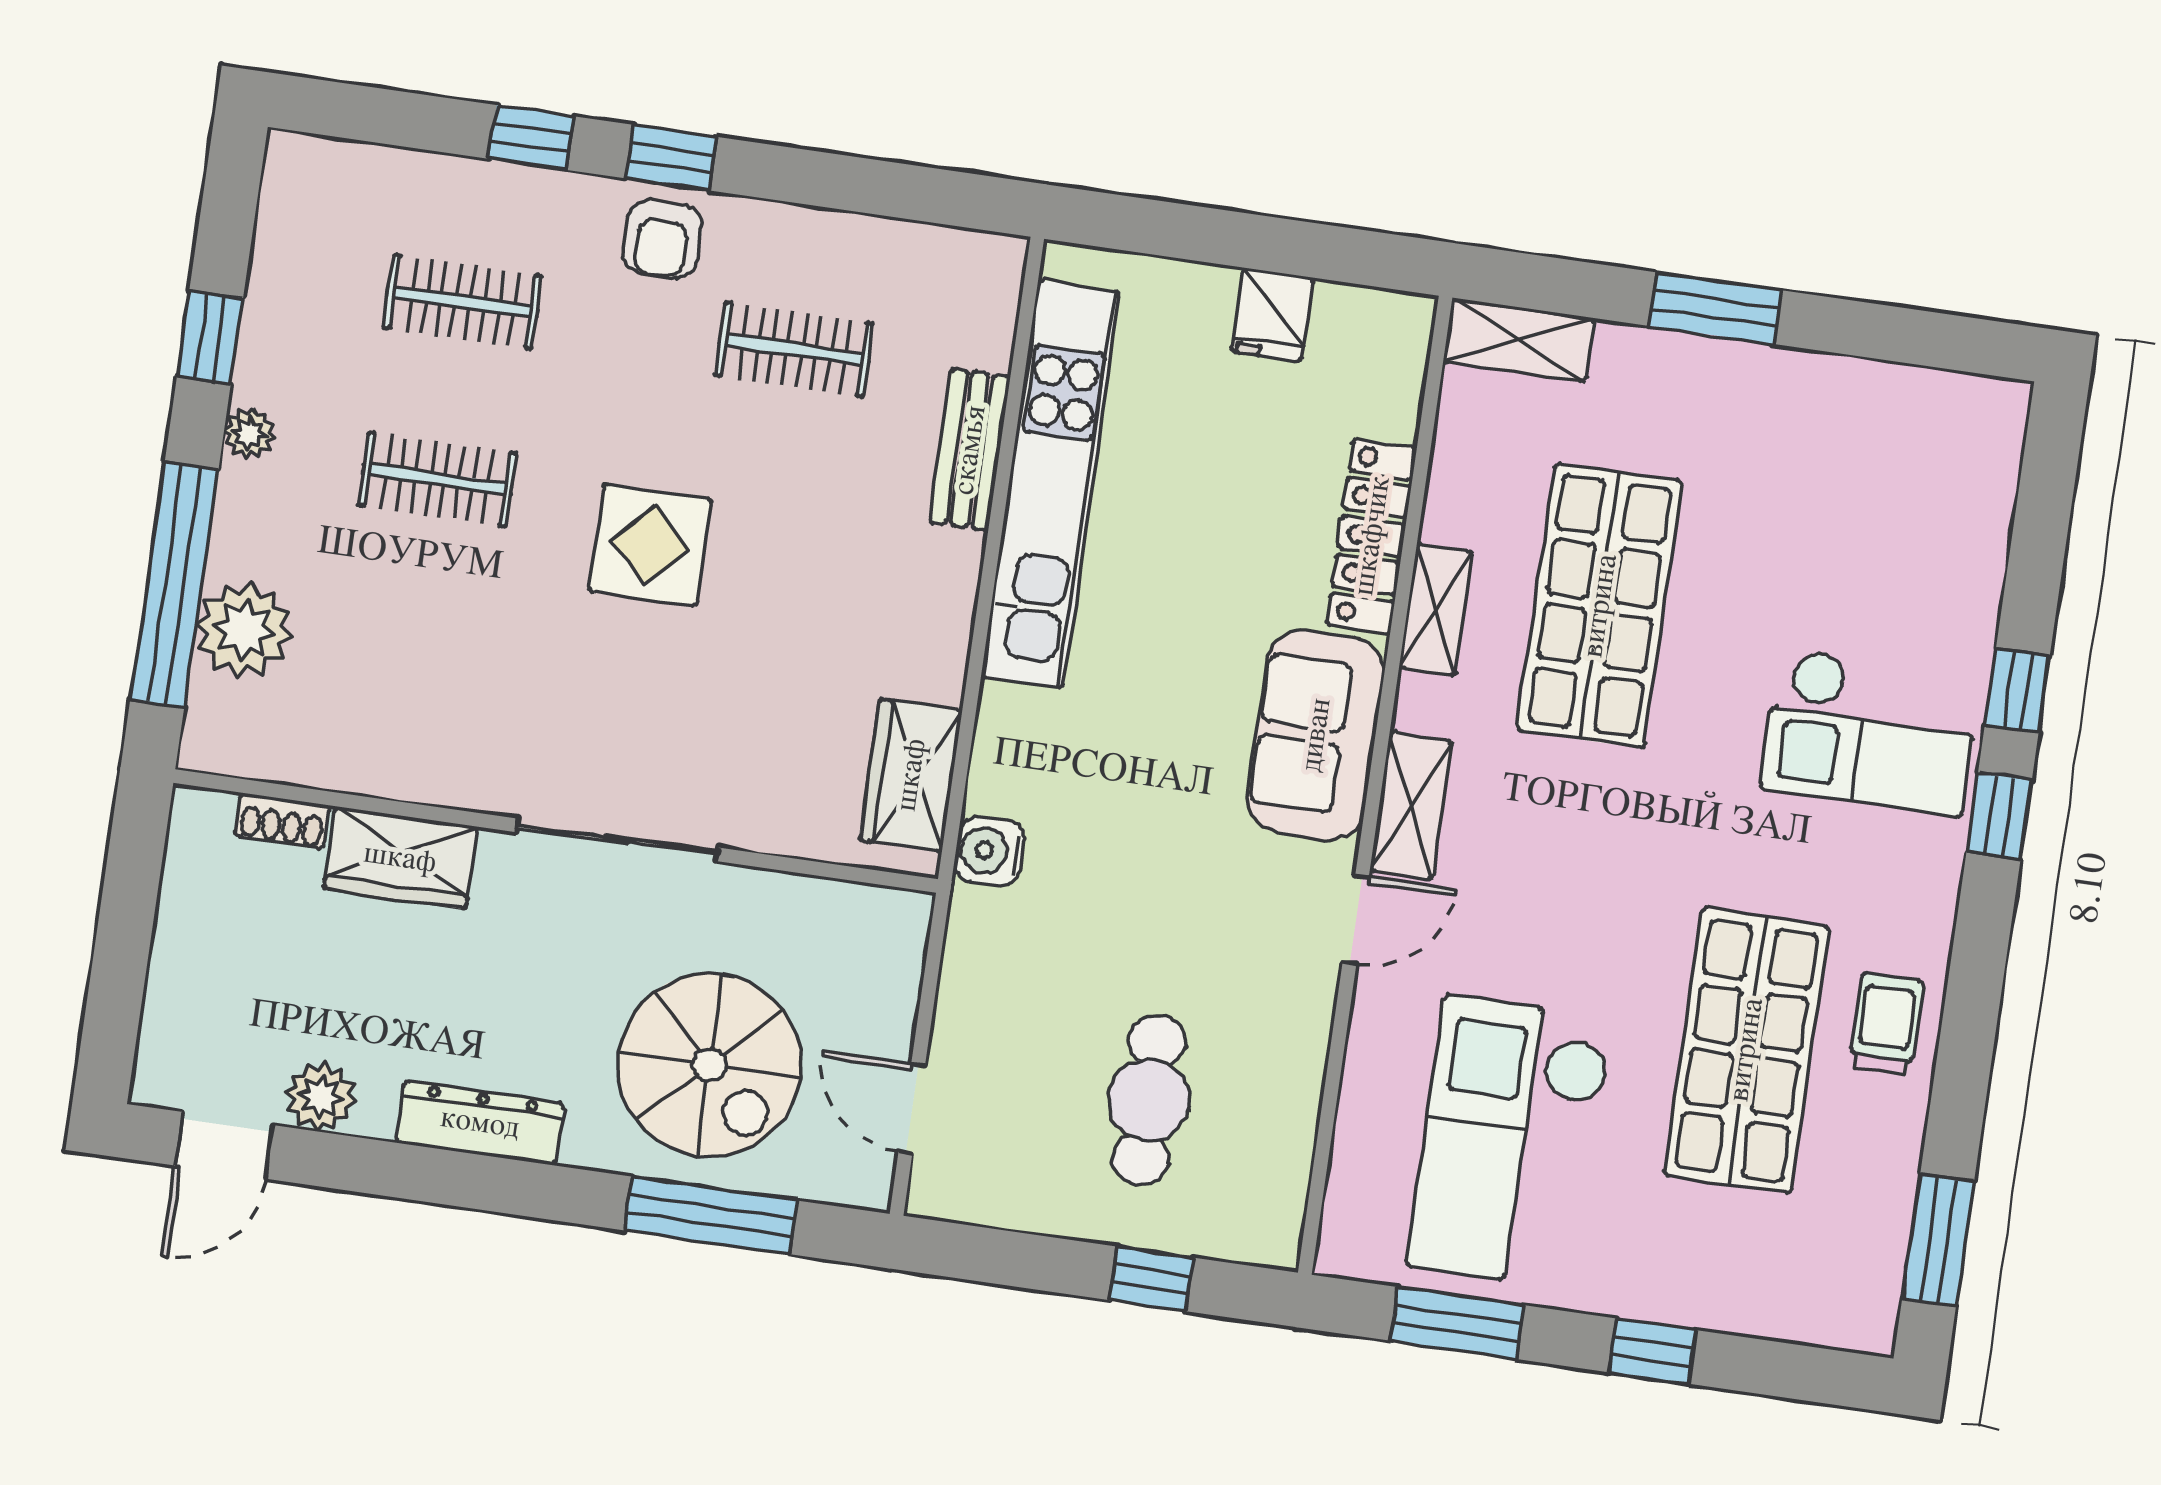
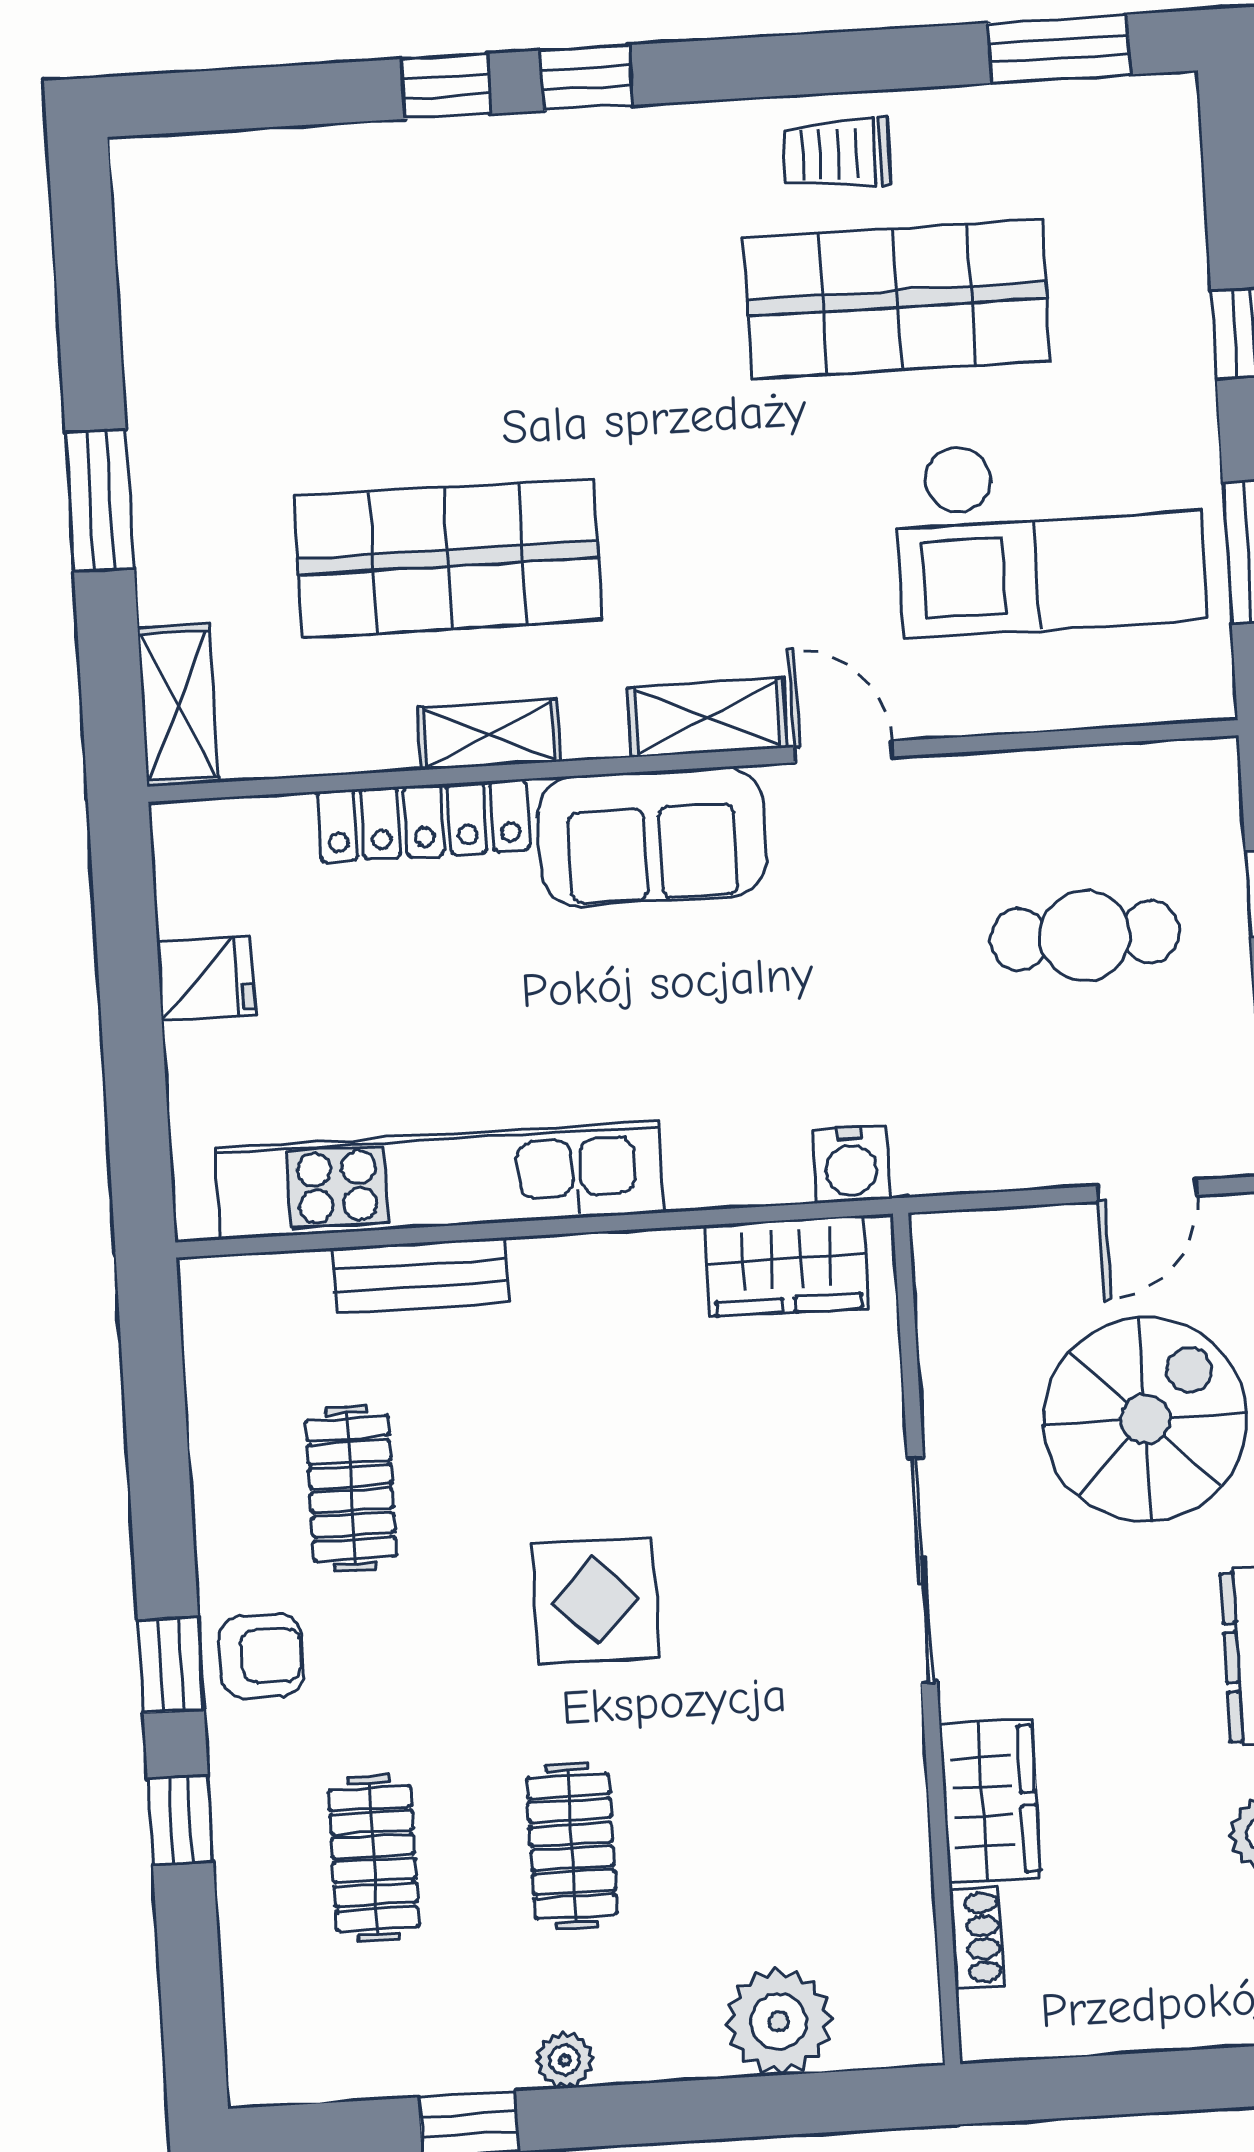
window: (174, 584) -> (745, 2107), removed
checkout: (1871, 732) -> (524, 236), removed

